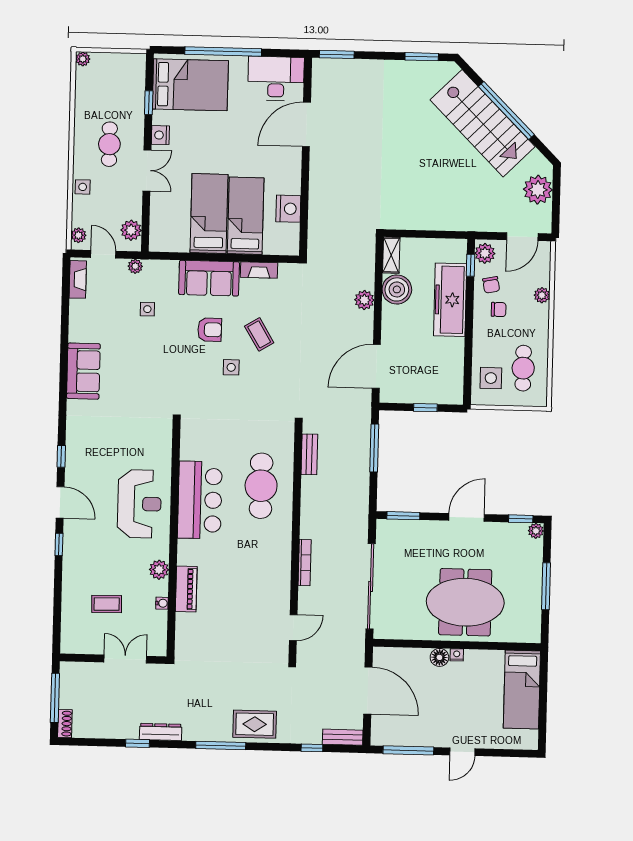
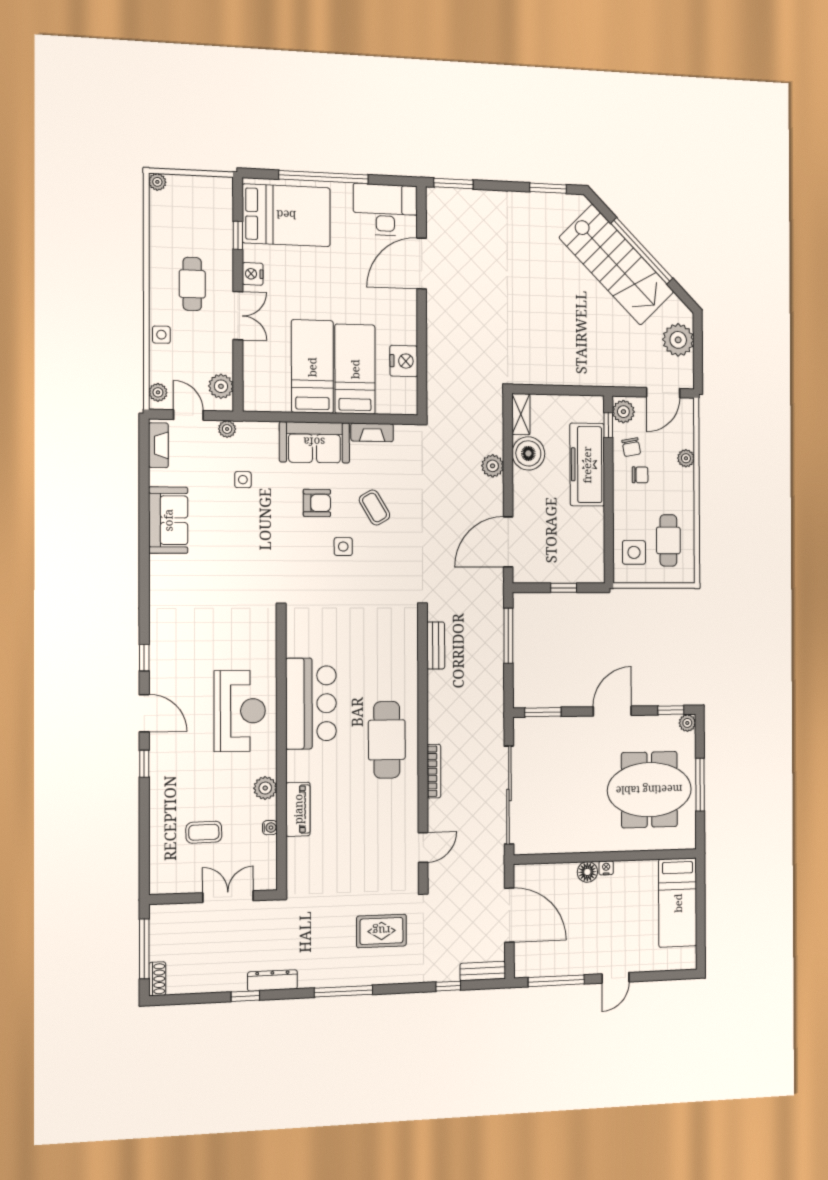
sofa: (83, 371) -> (168, 520), moved
cafe table: (261, 486) -> (387, 740), moved
meeting table: (465, 602) -> (649, 790), moved
rug: (255, 724) -> (381, 931), moved

